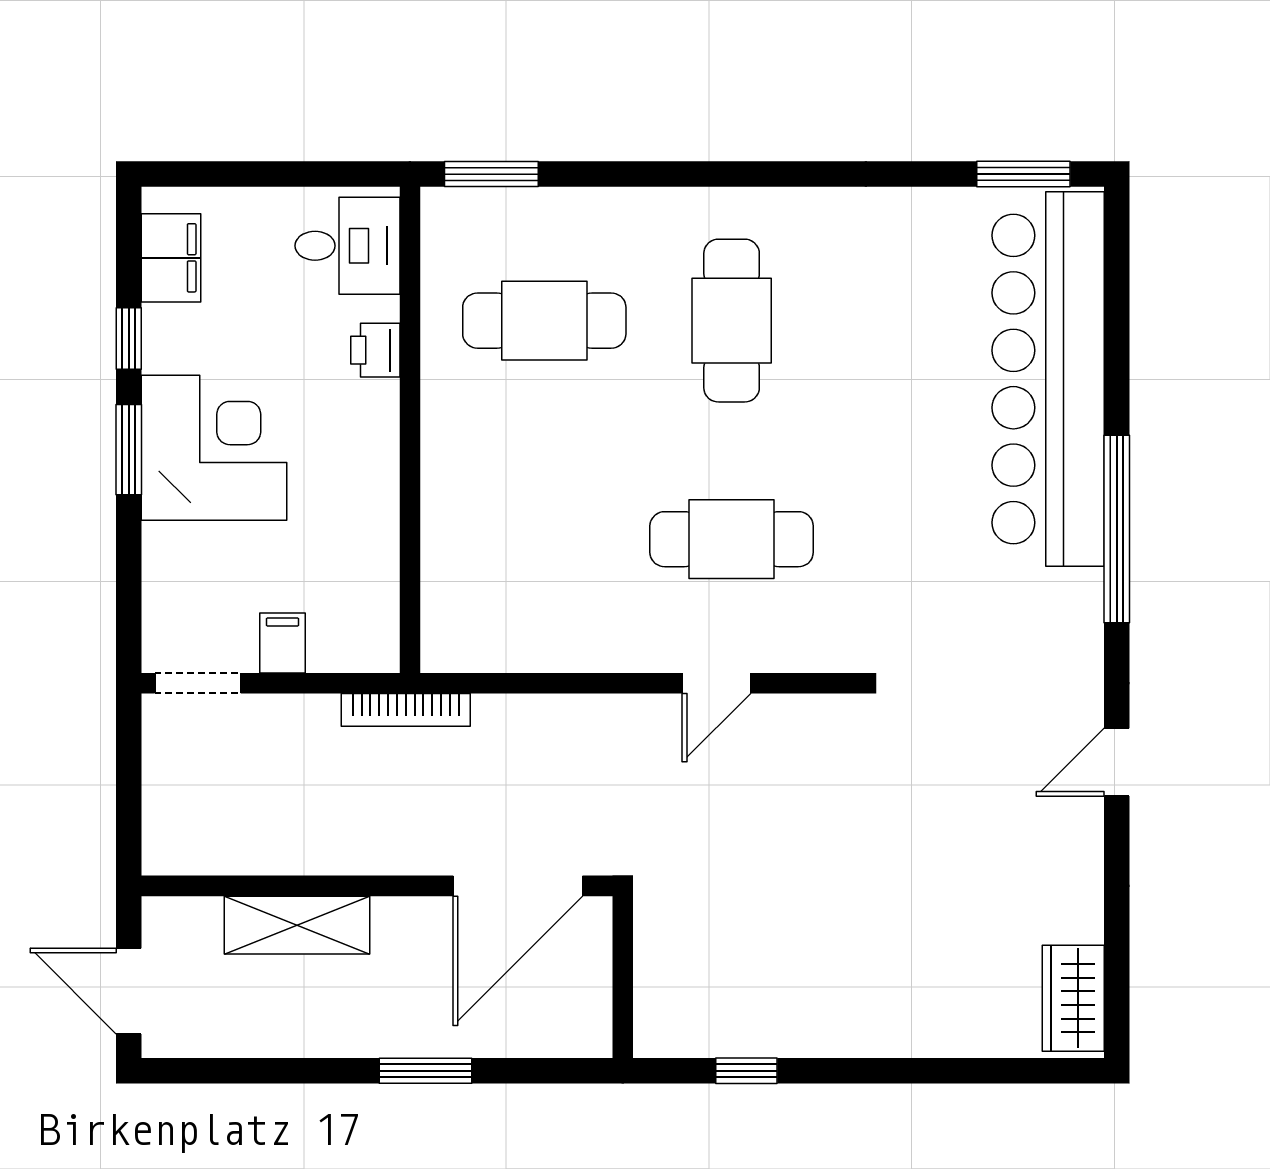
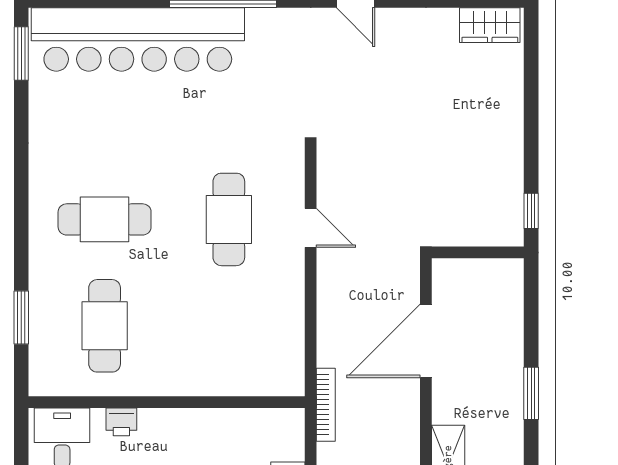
window: (491, 174) -> (21, 318), moved
door: (518, 886) -> (426, 341), swing flipped
wall: (623, 977) -> (478, 252), moved

